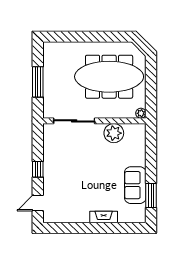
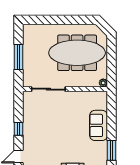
plant: (114, 133) -> (81, 99), removed
sofa: (135, 185) -> (99, 125), moved

